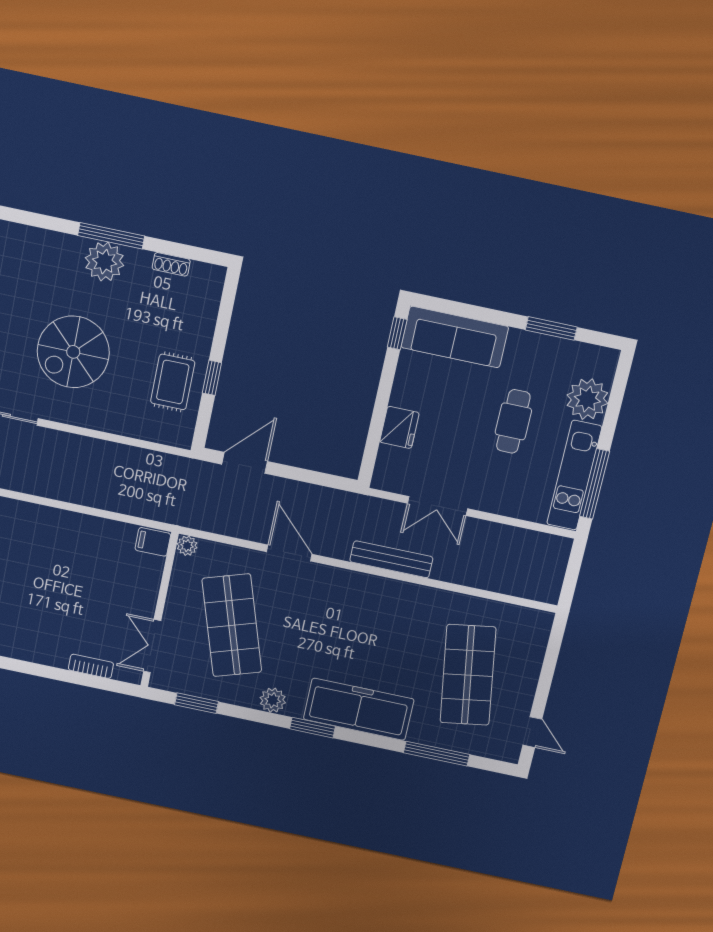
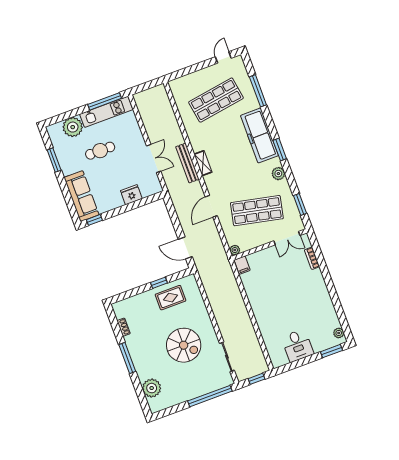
plant: (104, 262) -> (152, 388), moved
shelving: (374, 586) -> (203, 163), added
shop shelf: (232, 625) -> (257, 211), turned 30

